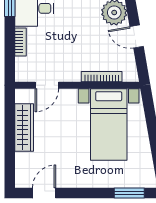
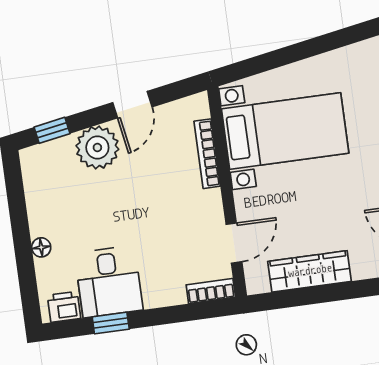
bookcase: (20, 42) -> (211, 291), moved
door: (47, 85) -> (234, 243), hinge flipped

